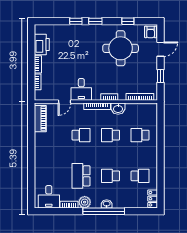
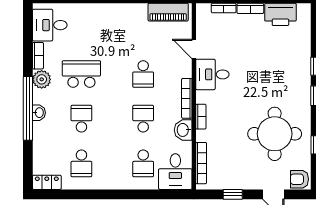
desk: (146, 114) -> (175, 172), added
school desk: (140, 135) -> (143, 163), turned 180

